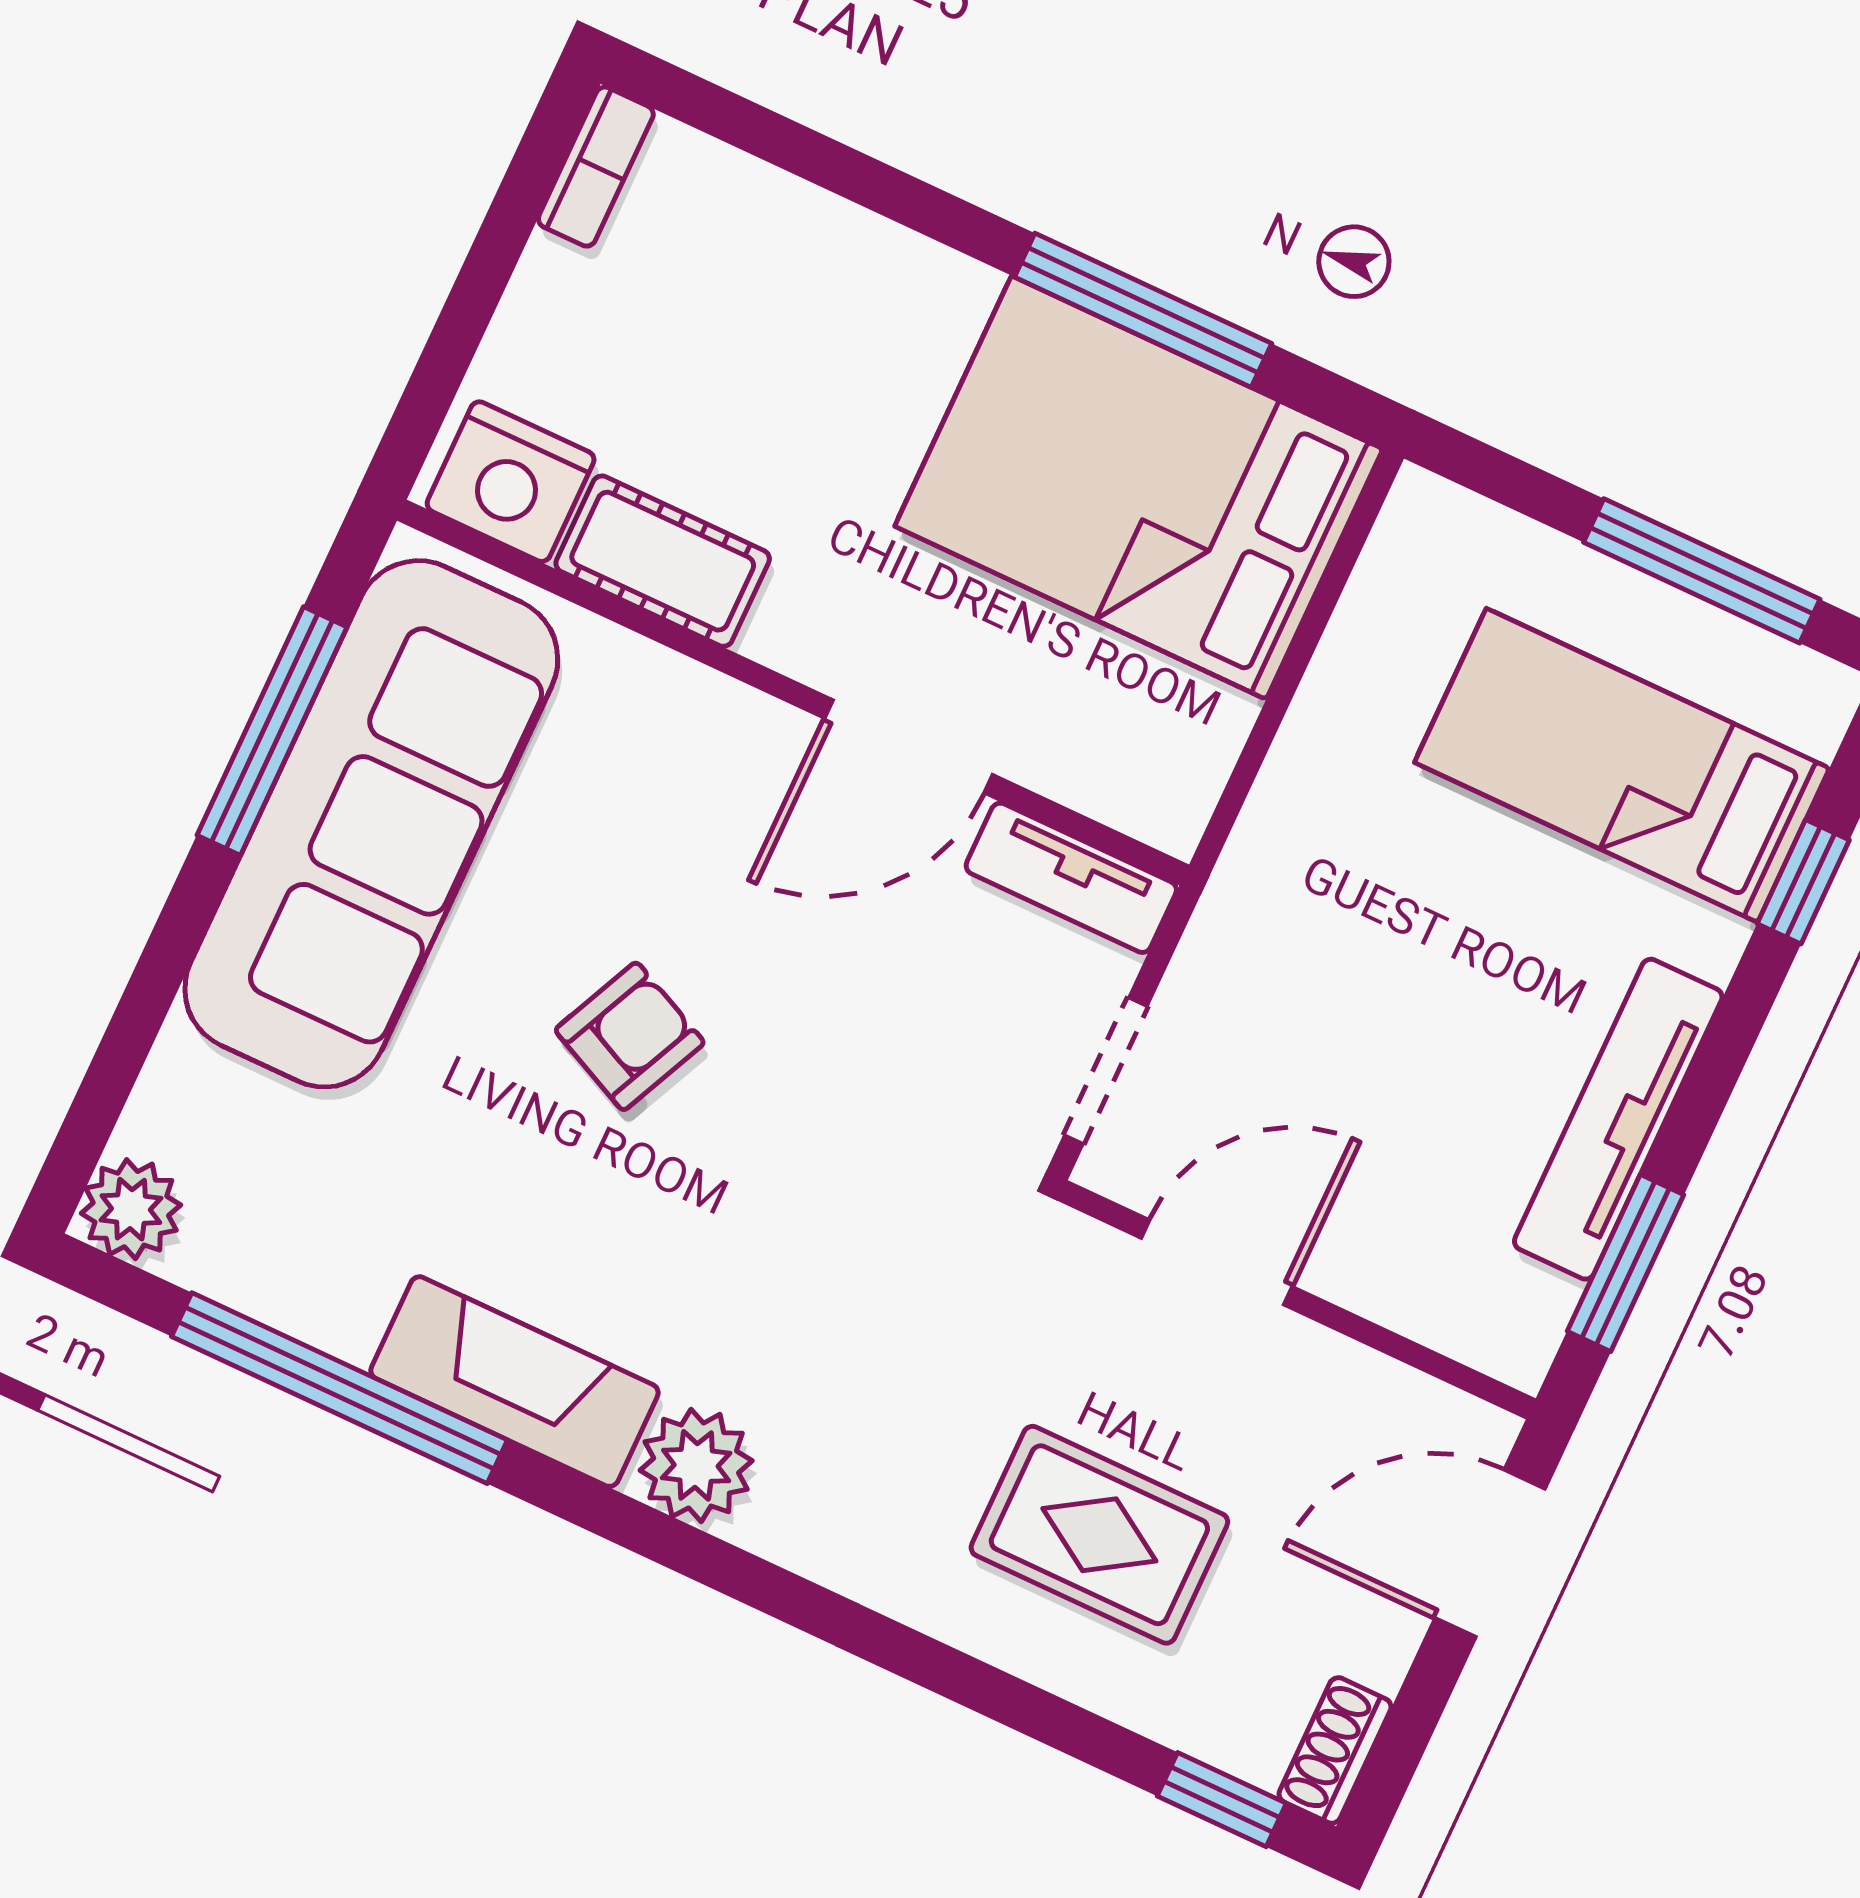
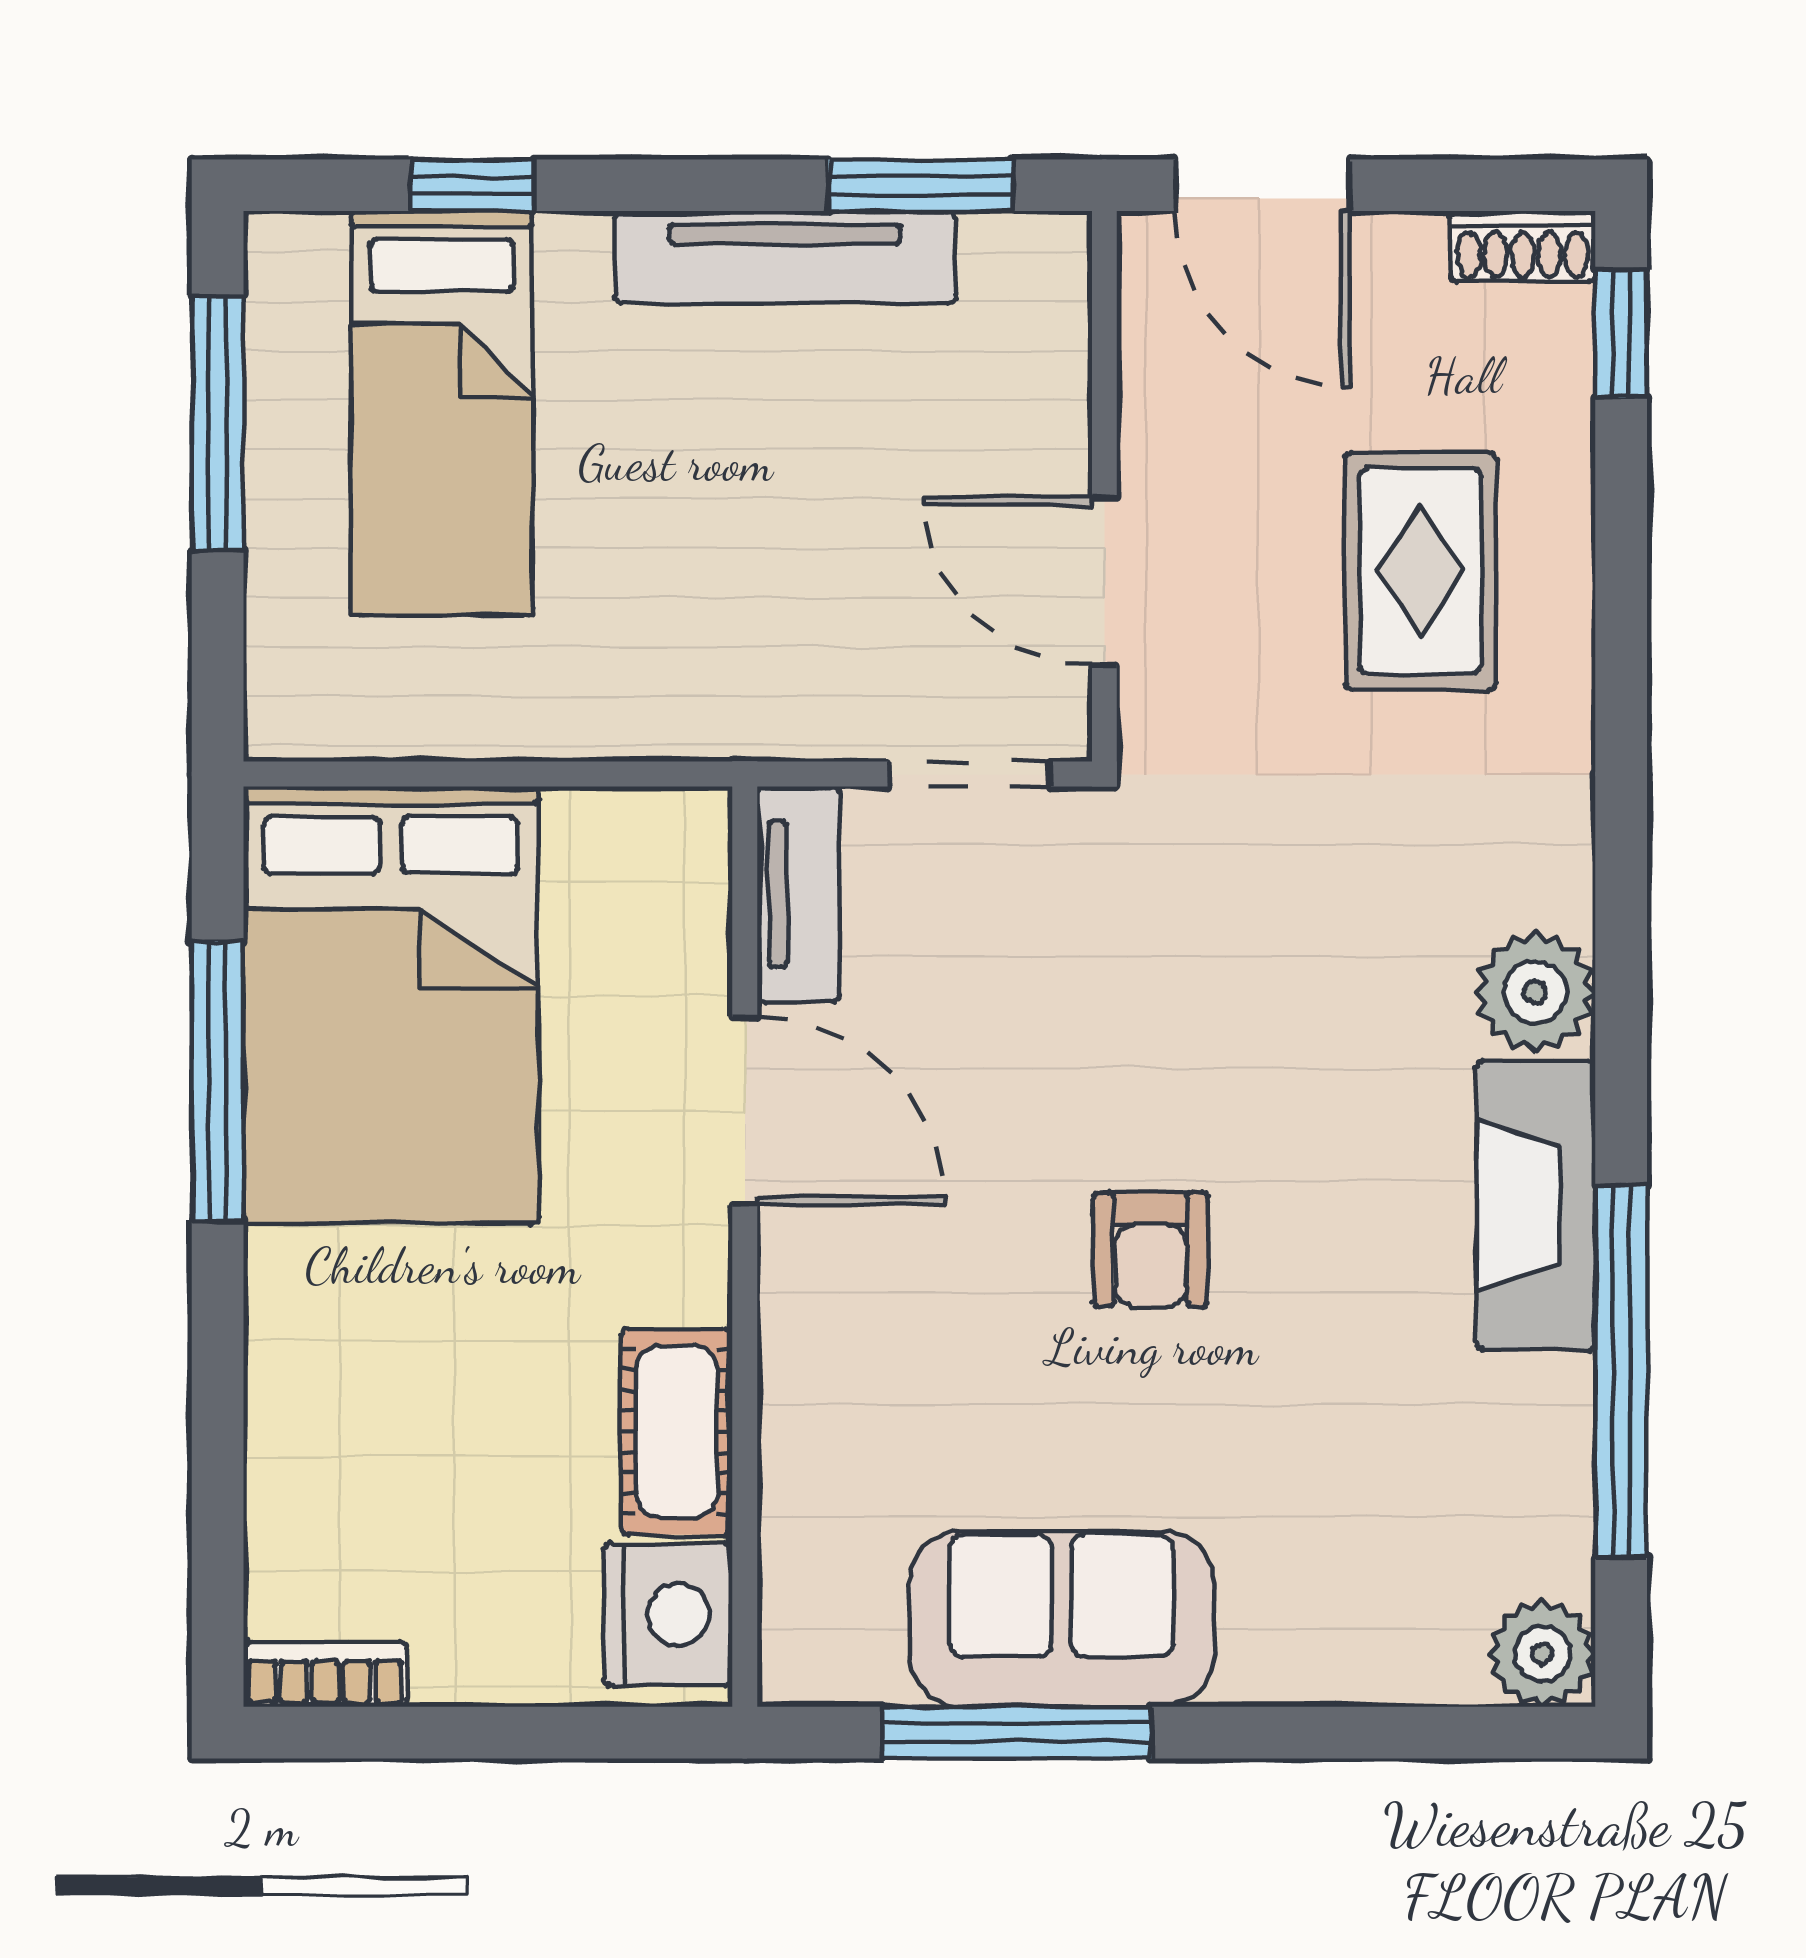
sofa: (371, 824) -> (1062, 1619), width x0.54, depth x0.79
armchair: (630, 1036) -> (1150, 1250), turned -115

